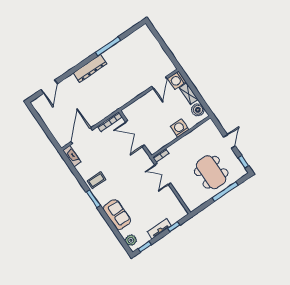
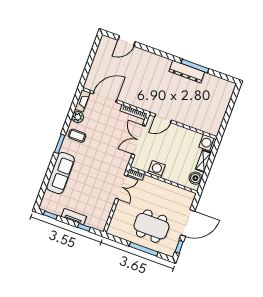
dresser: (90, 68) -> (187, 72), moved
door: (159, 83) -> (163, 118), moved
washing machine: (180, 128) -> (157, 169), moved
door: (229, 142) -> (188, 223), width x1.88
dining table: (211, 172) -> (152, 226), turned 90
double door: (163, 174) -> (121, 187), swing flipped
sofa: (117, 215) -> (61, 173), width x1.36
plant: (131, 240) -> (78, 117), moved

